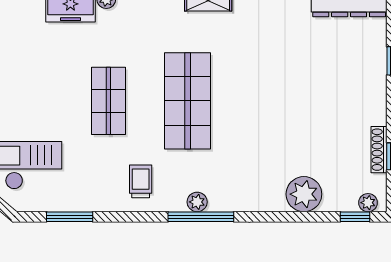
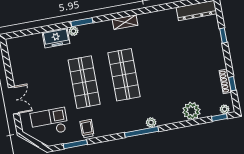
shop shelf: (108, 101) -> (84, 82), width x1.43, depth x1.36
trolley: (141, 181) -> (87, 129), moved
plant: (197, 202) -> (151, 122), moved

